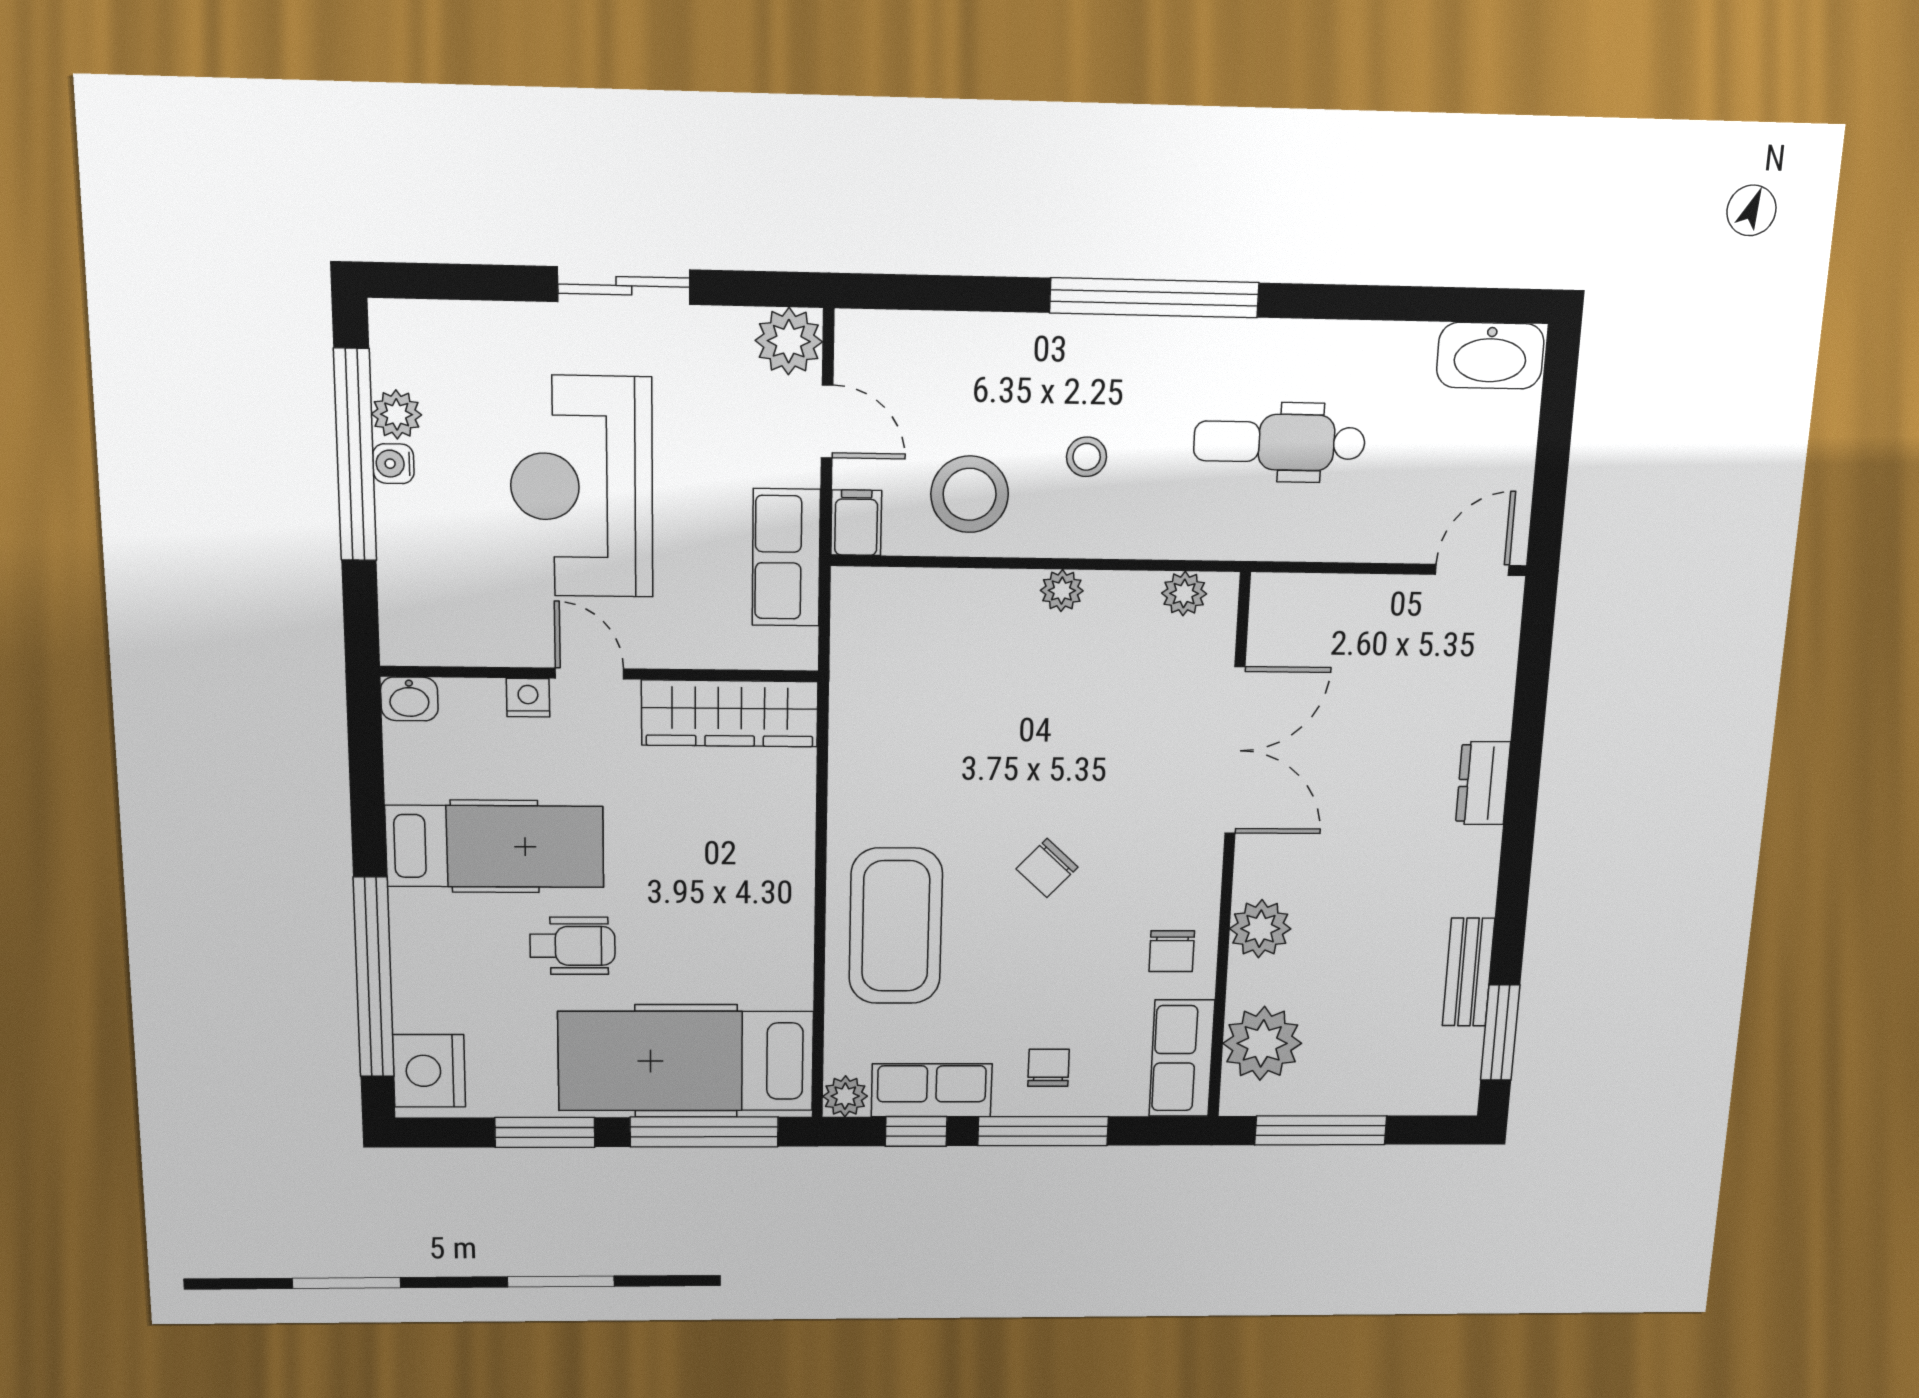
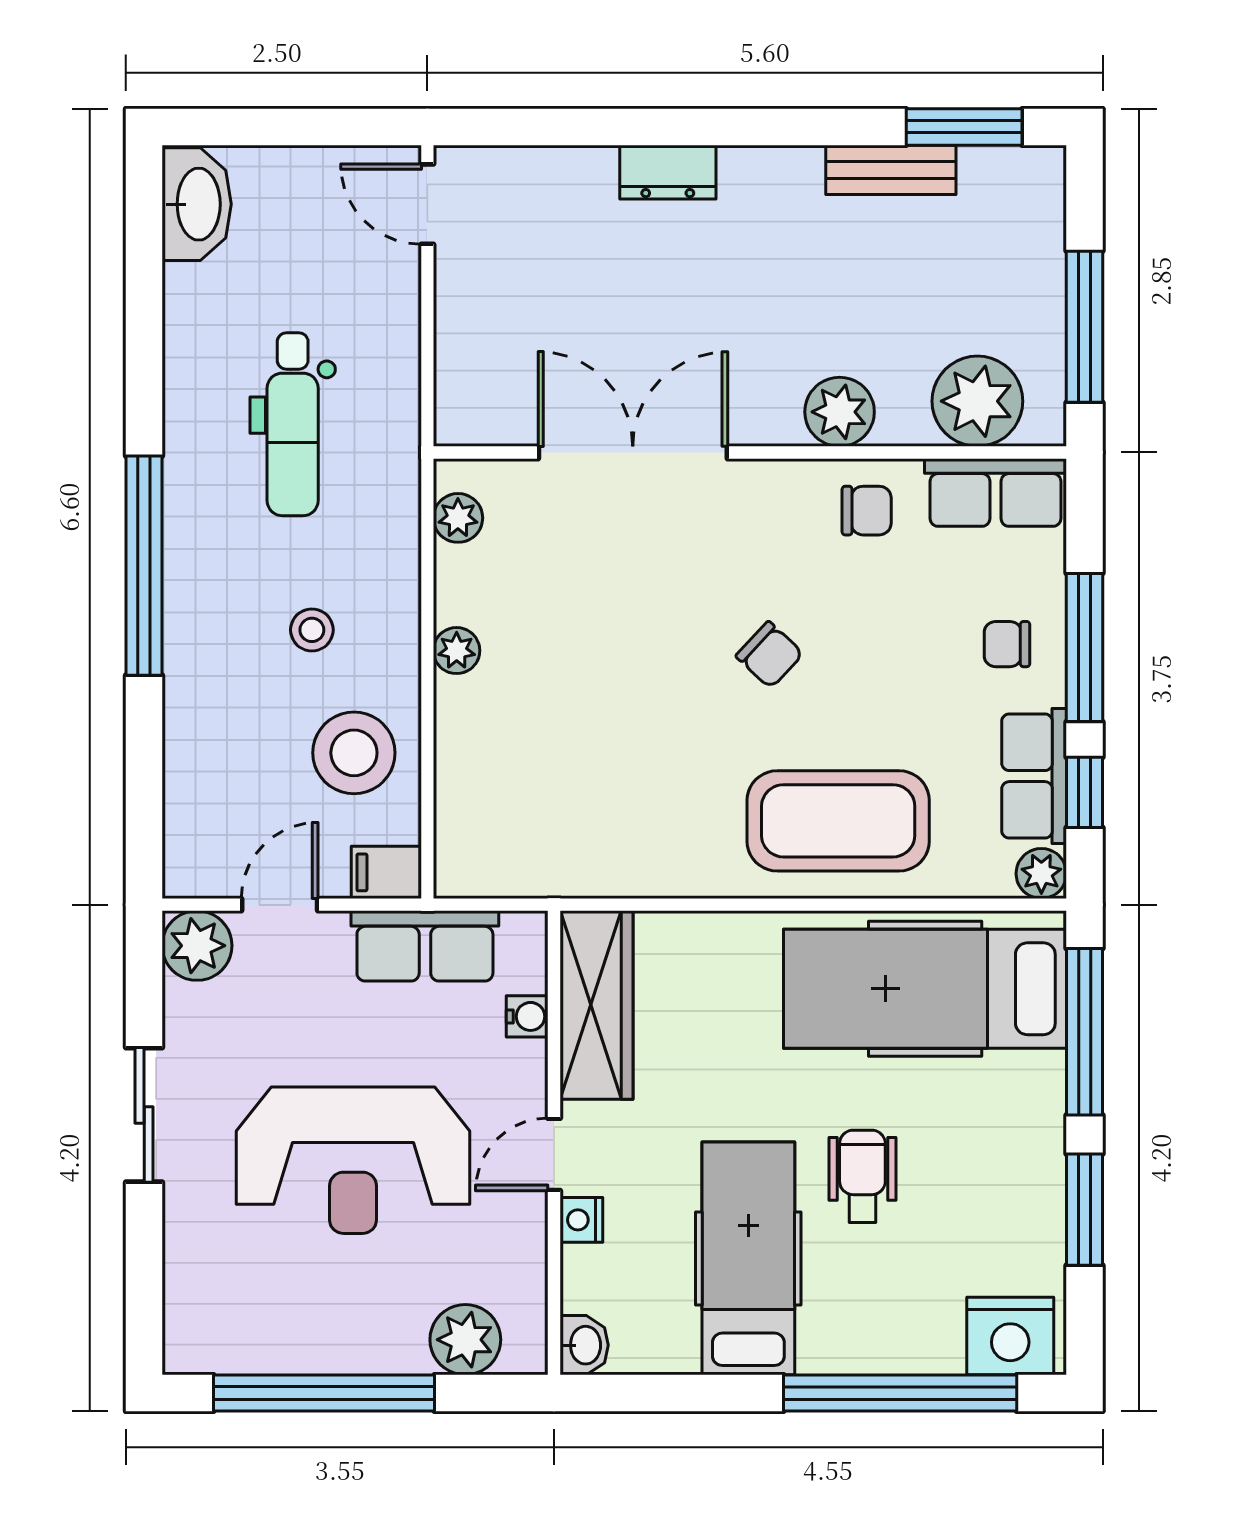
plant: (397, 414) -> (465, 1340), moved, width x1.38, depth x1.38
water cooler: (393, 464) -> (527, 1016), moved, turned -90
hospital bed: (686, 1061) -> (925, 989), moved, turned 90

